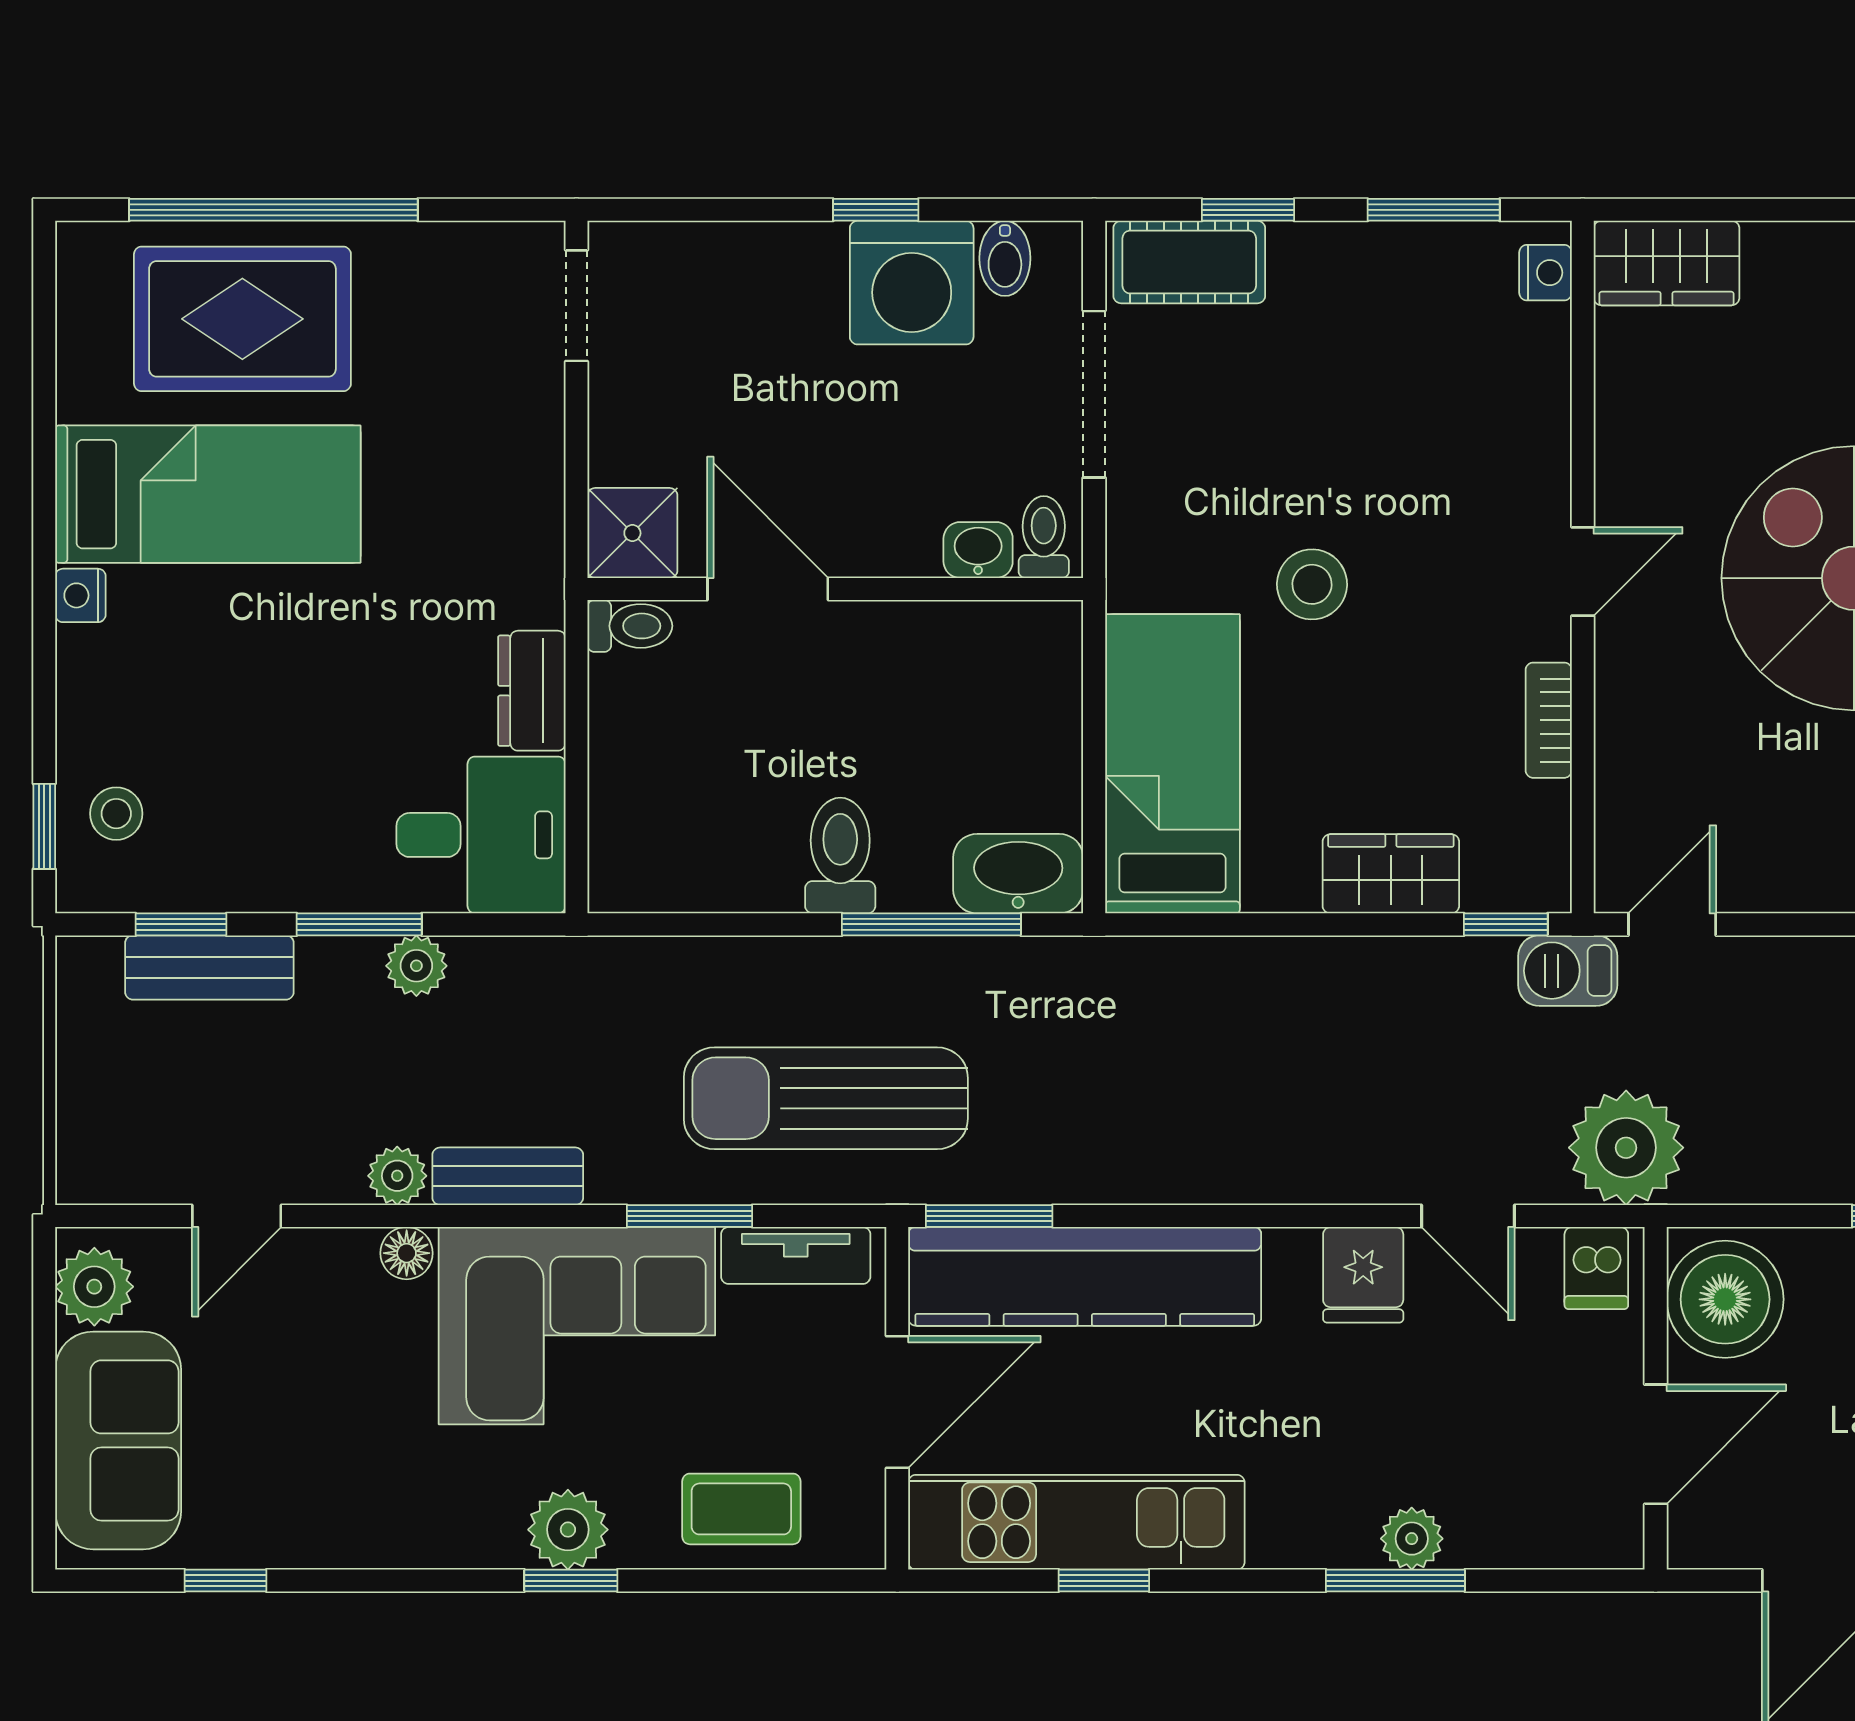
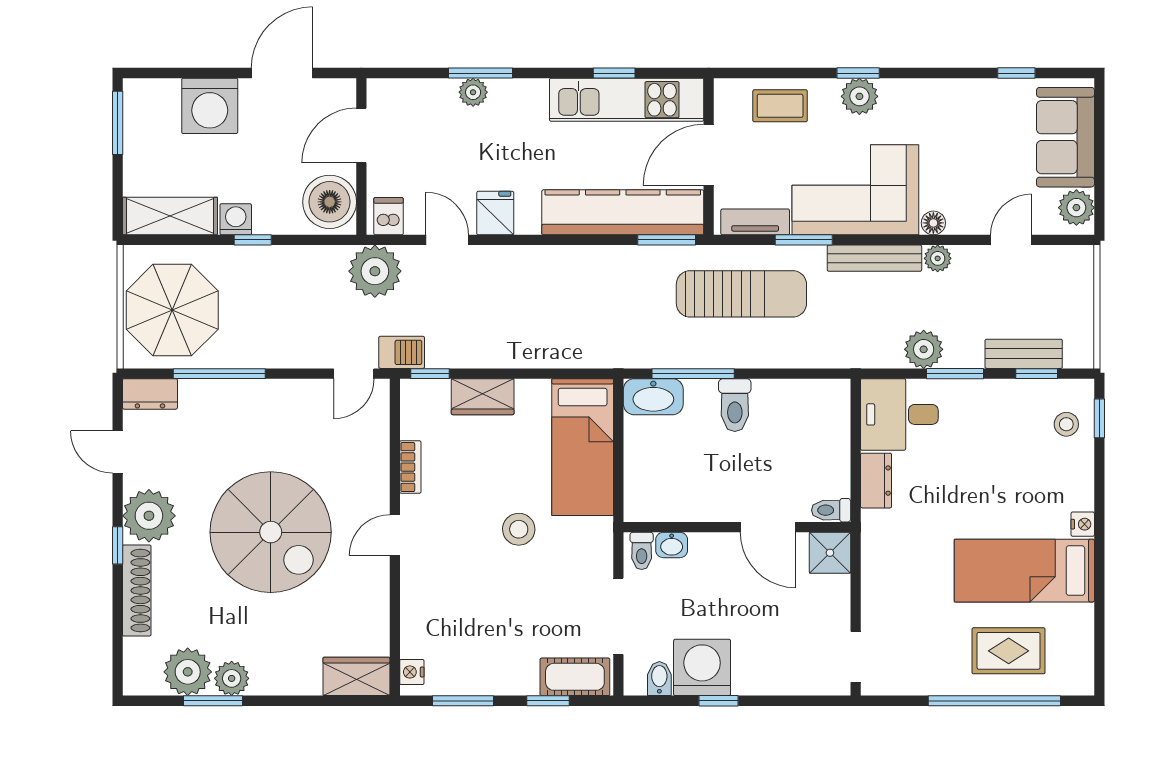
rug: (242, 319) -> (1009, 651), width x0.73, depth x0.70
plant: (416, 966) -> (924, 349), width x1.38, depth x1.38
bench: (508, 1176) -> (874, 258), width x1.36

